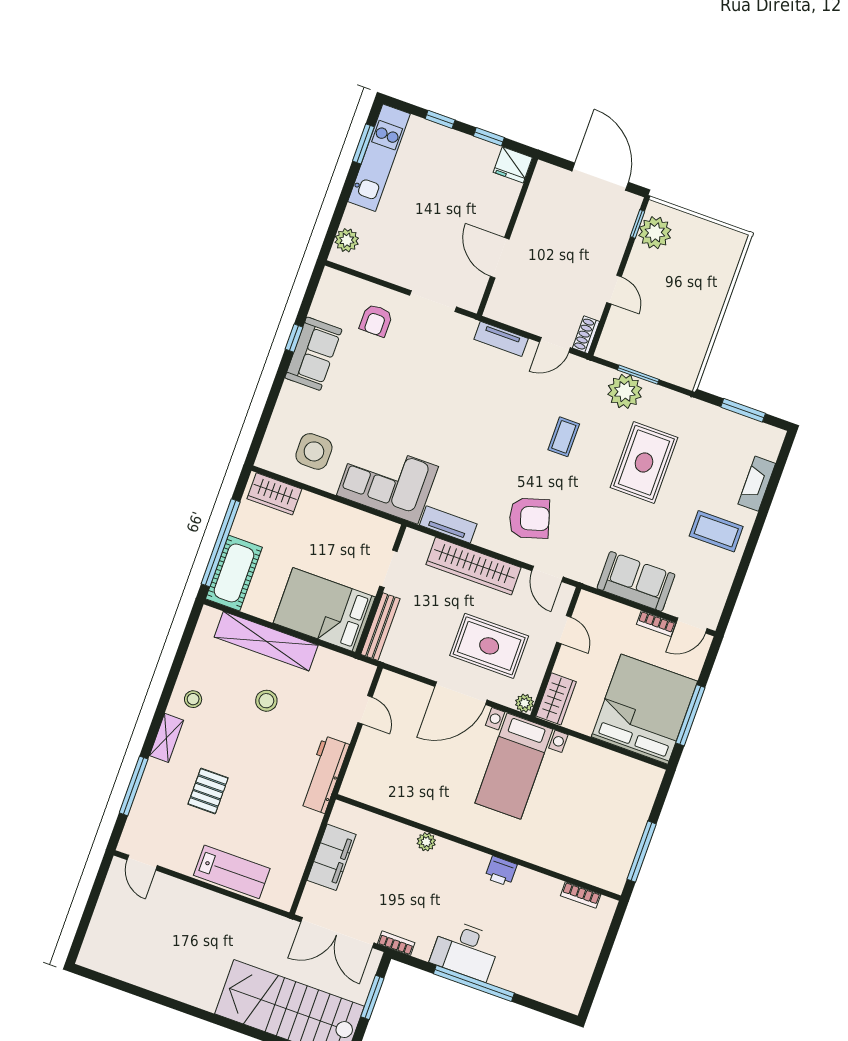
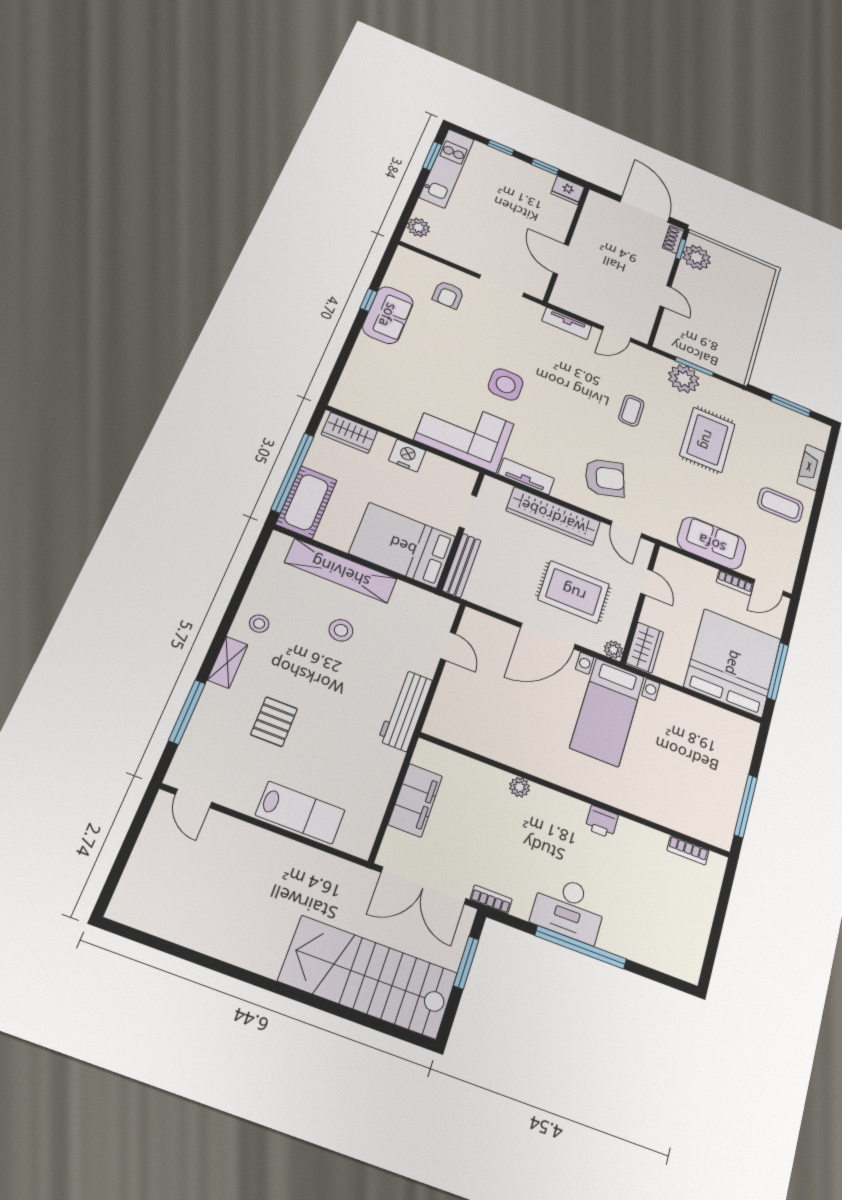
shoe rack: (586, 335) -> (673, 239), moved
side table: (314, 451) -> (506, 384), moved
nightstand: (330, 513) -> (407, 455), added

